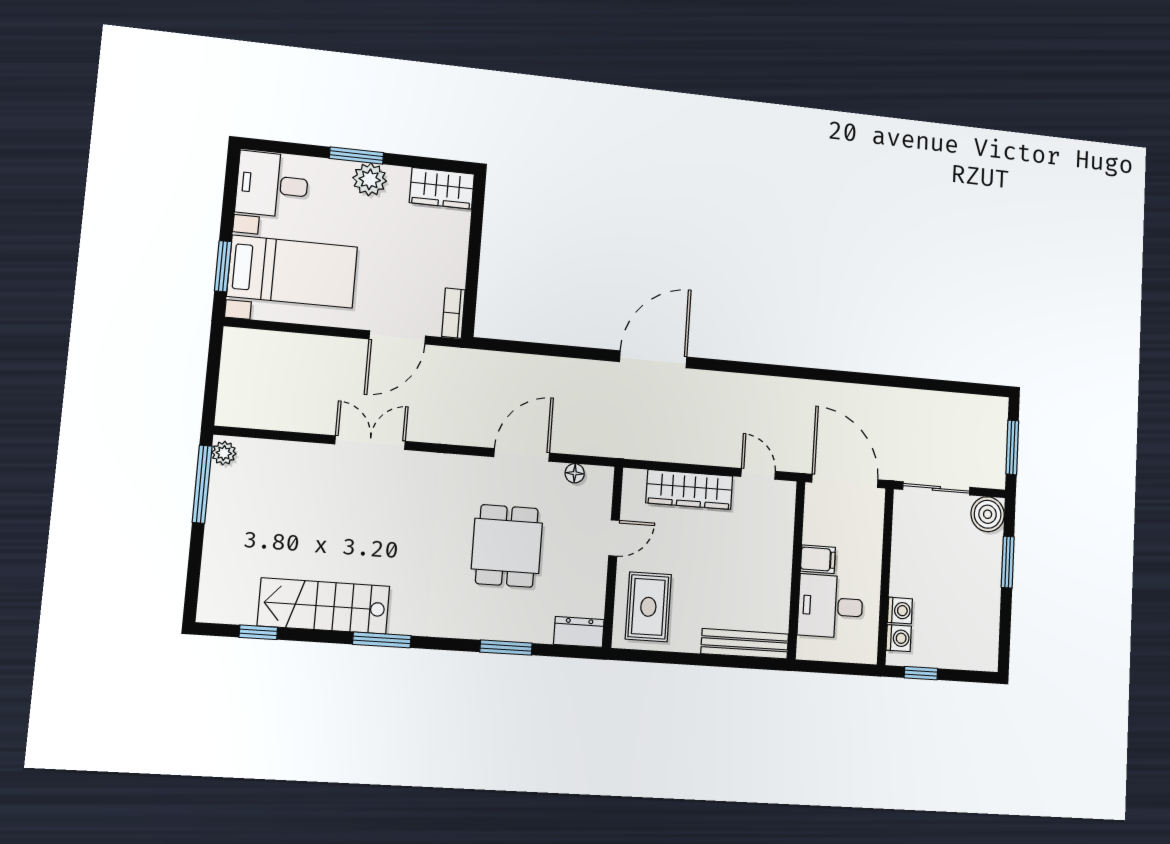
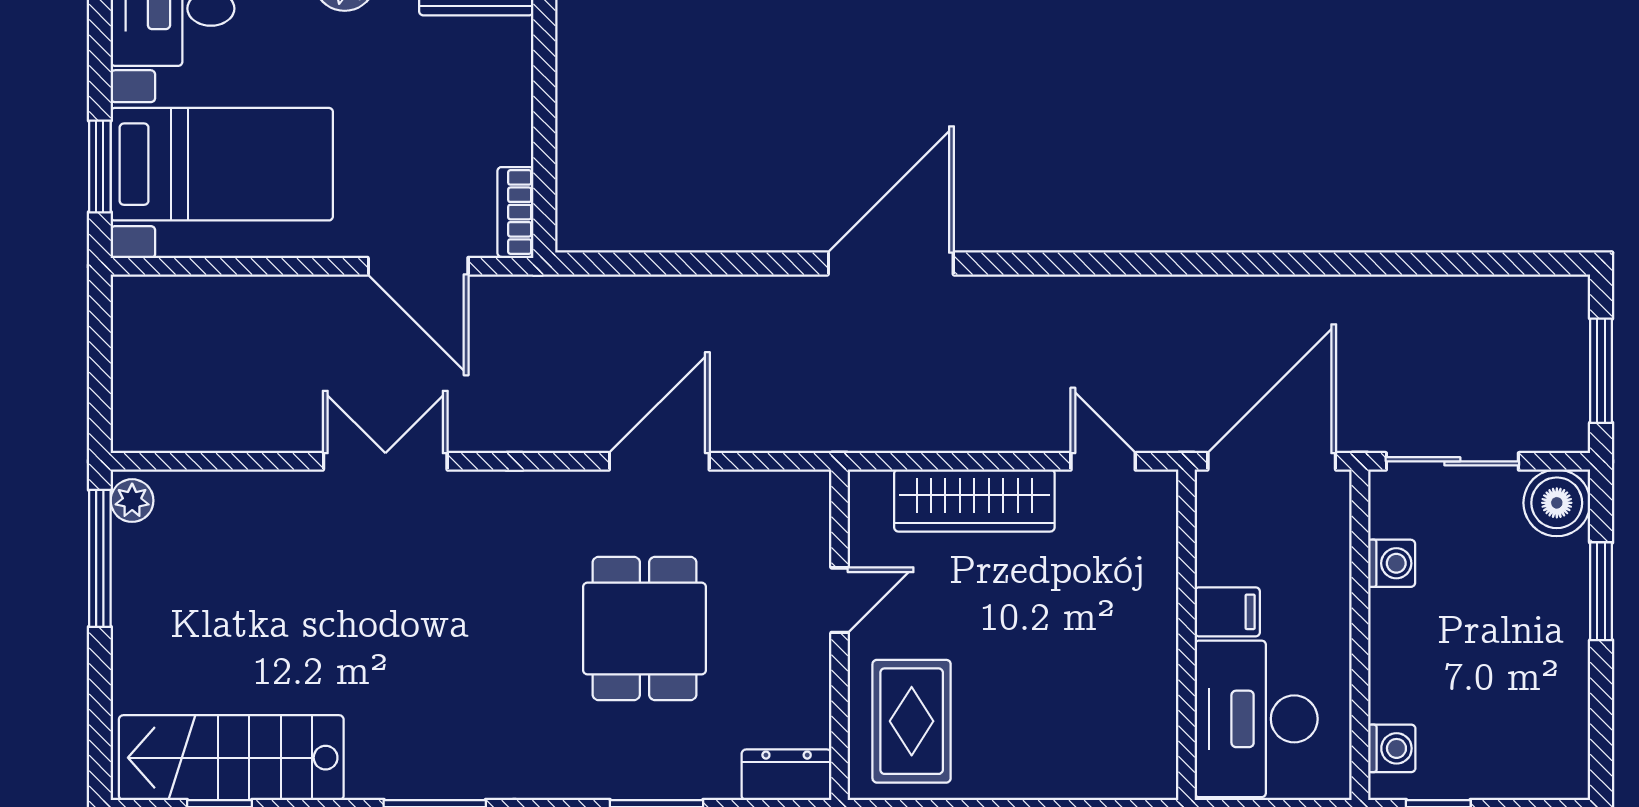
door: (397, 337) -> (418, 266), hinge flipped
floor lamp: (575, 473) -> (759, 487), removed
door: (845, 481) -> (1272, 461), hinge flipped
stairs: (324, 606) -> (231, 758), moved
desk: (830, 606) -> (1256, 719), width x1.37
washing machine: (900, 610) -> (1392, 563), moved
bench: (745, 644) -> (1096, 777), removed

